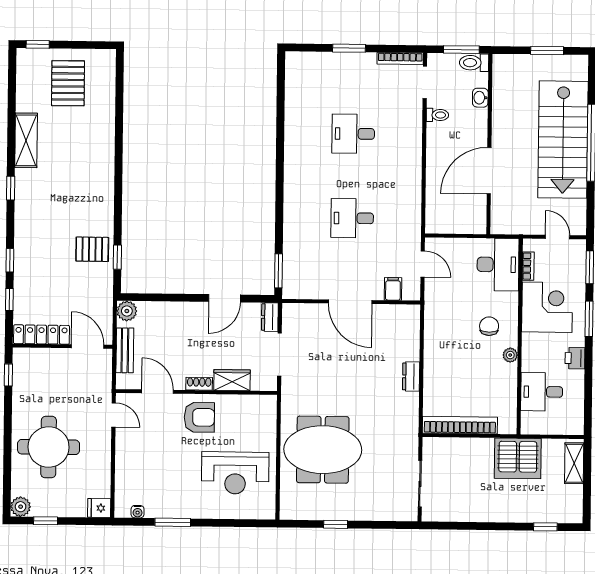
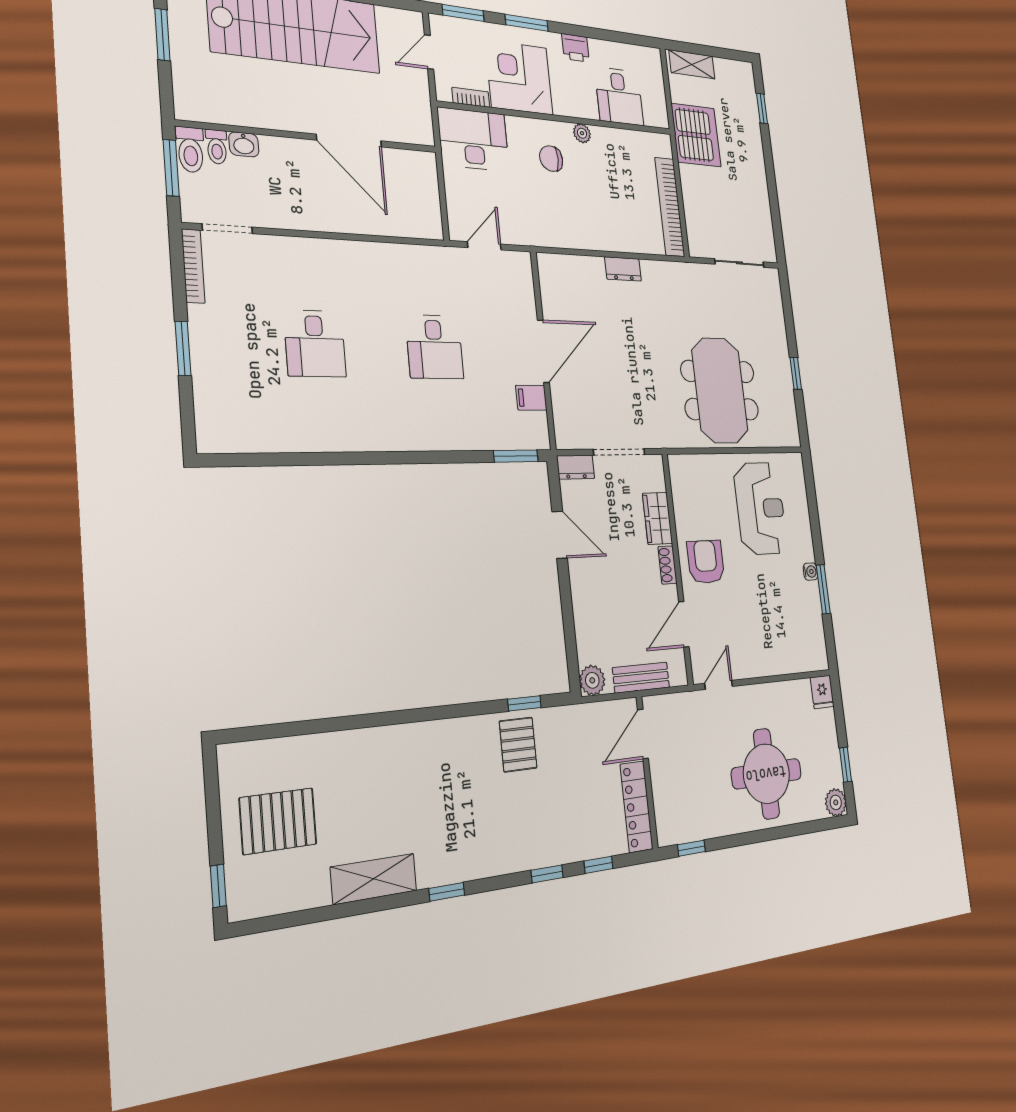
toilet: (437, 115) -> (217, 147), moved, turned 180
filing cabinet: (393, 289) -> (531, 398), moved
water cooler: (138, 512) -> (810, 572), moved

